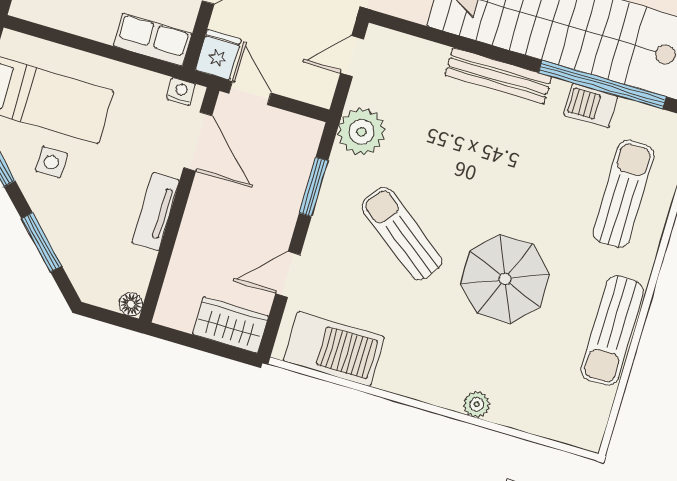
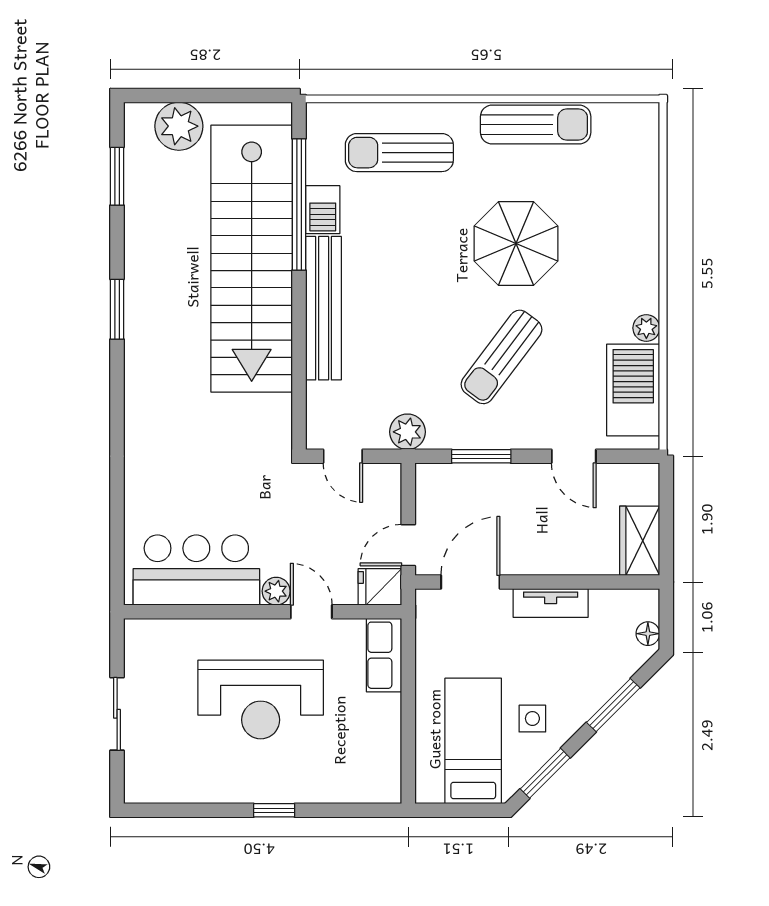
bench: (498, 76) -> (324, 308), width x1.37, depth x1.21
nightstand: (181, 91) -> (426, 613), removed
plant: (362, 132) -> (407, 432), width x0.73, depth x0.73
floor lamp: (131, 304) -> (648, 634), moved
wardrobe: (231, 325) -> (640, 541), moved
plant: (477, 404) -> (646, 328), moved

